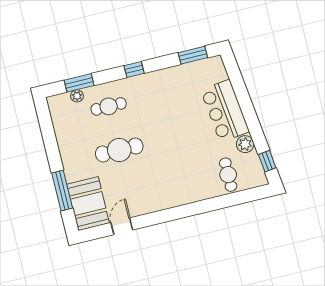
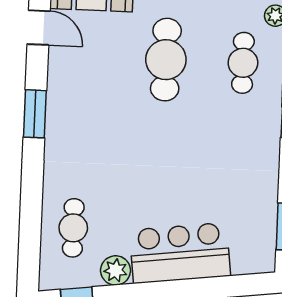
cafe table: (228, 175) -> (73, 228), turned 90
window: (171, 214) -> (35, 114), added

